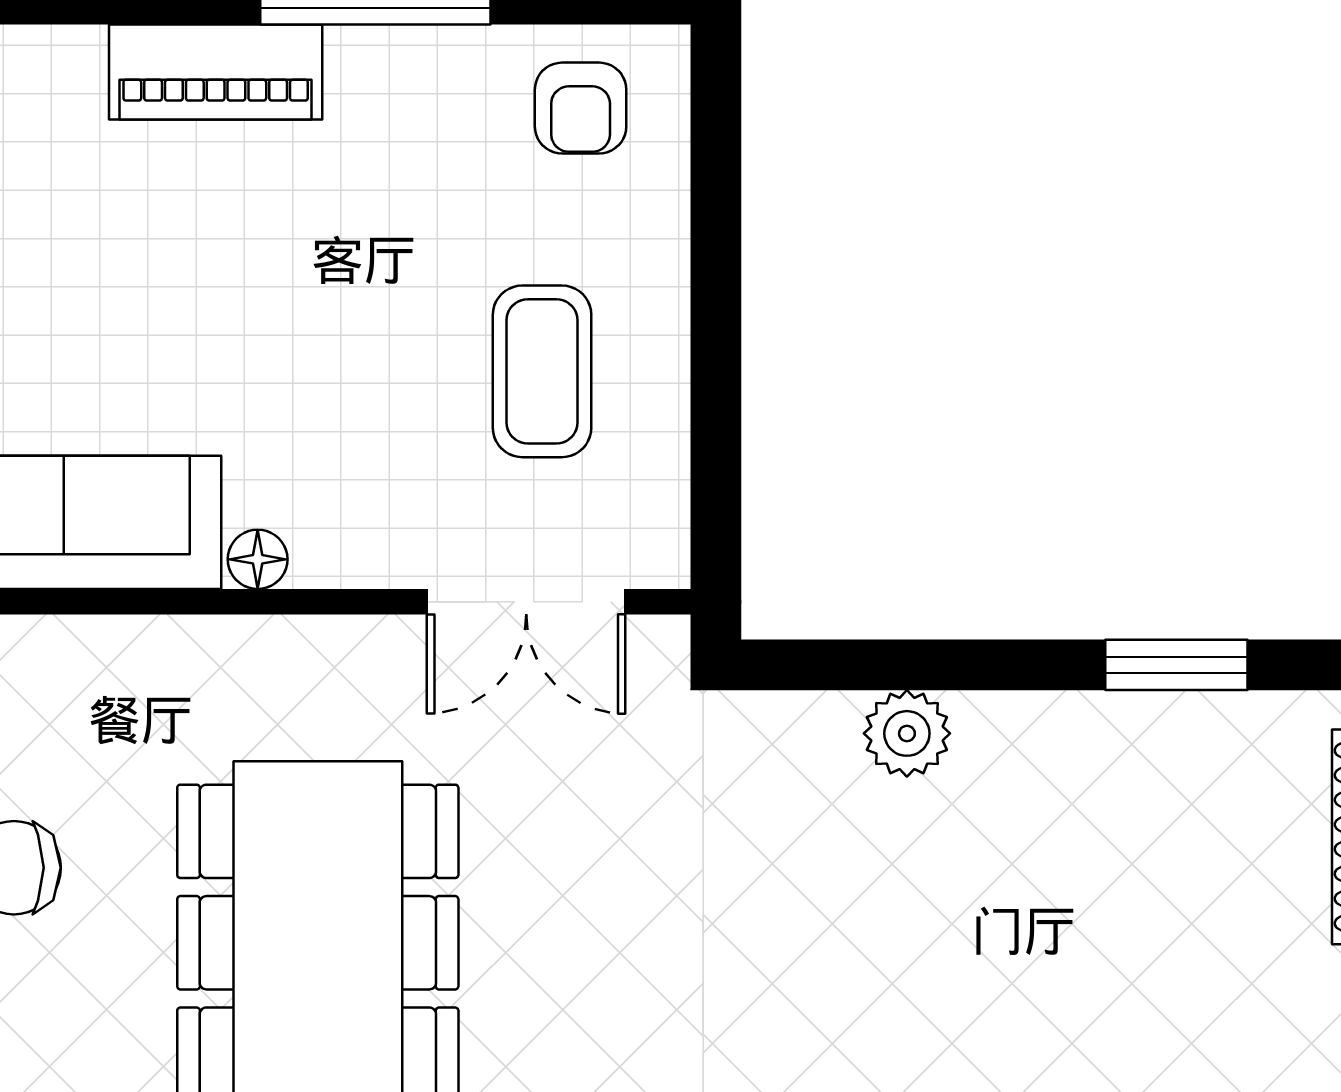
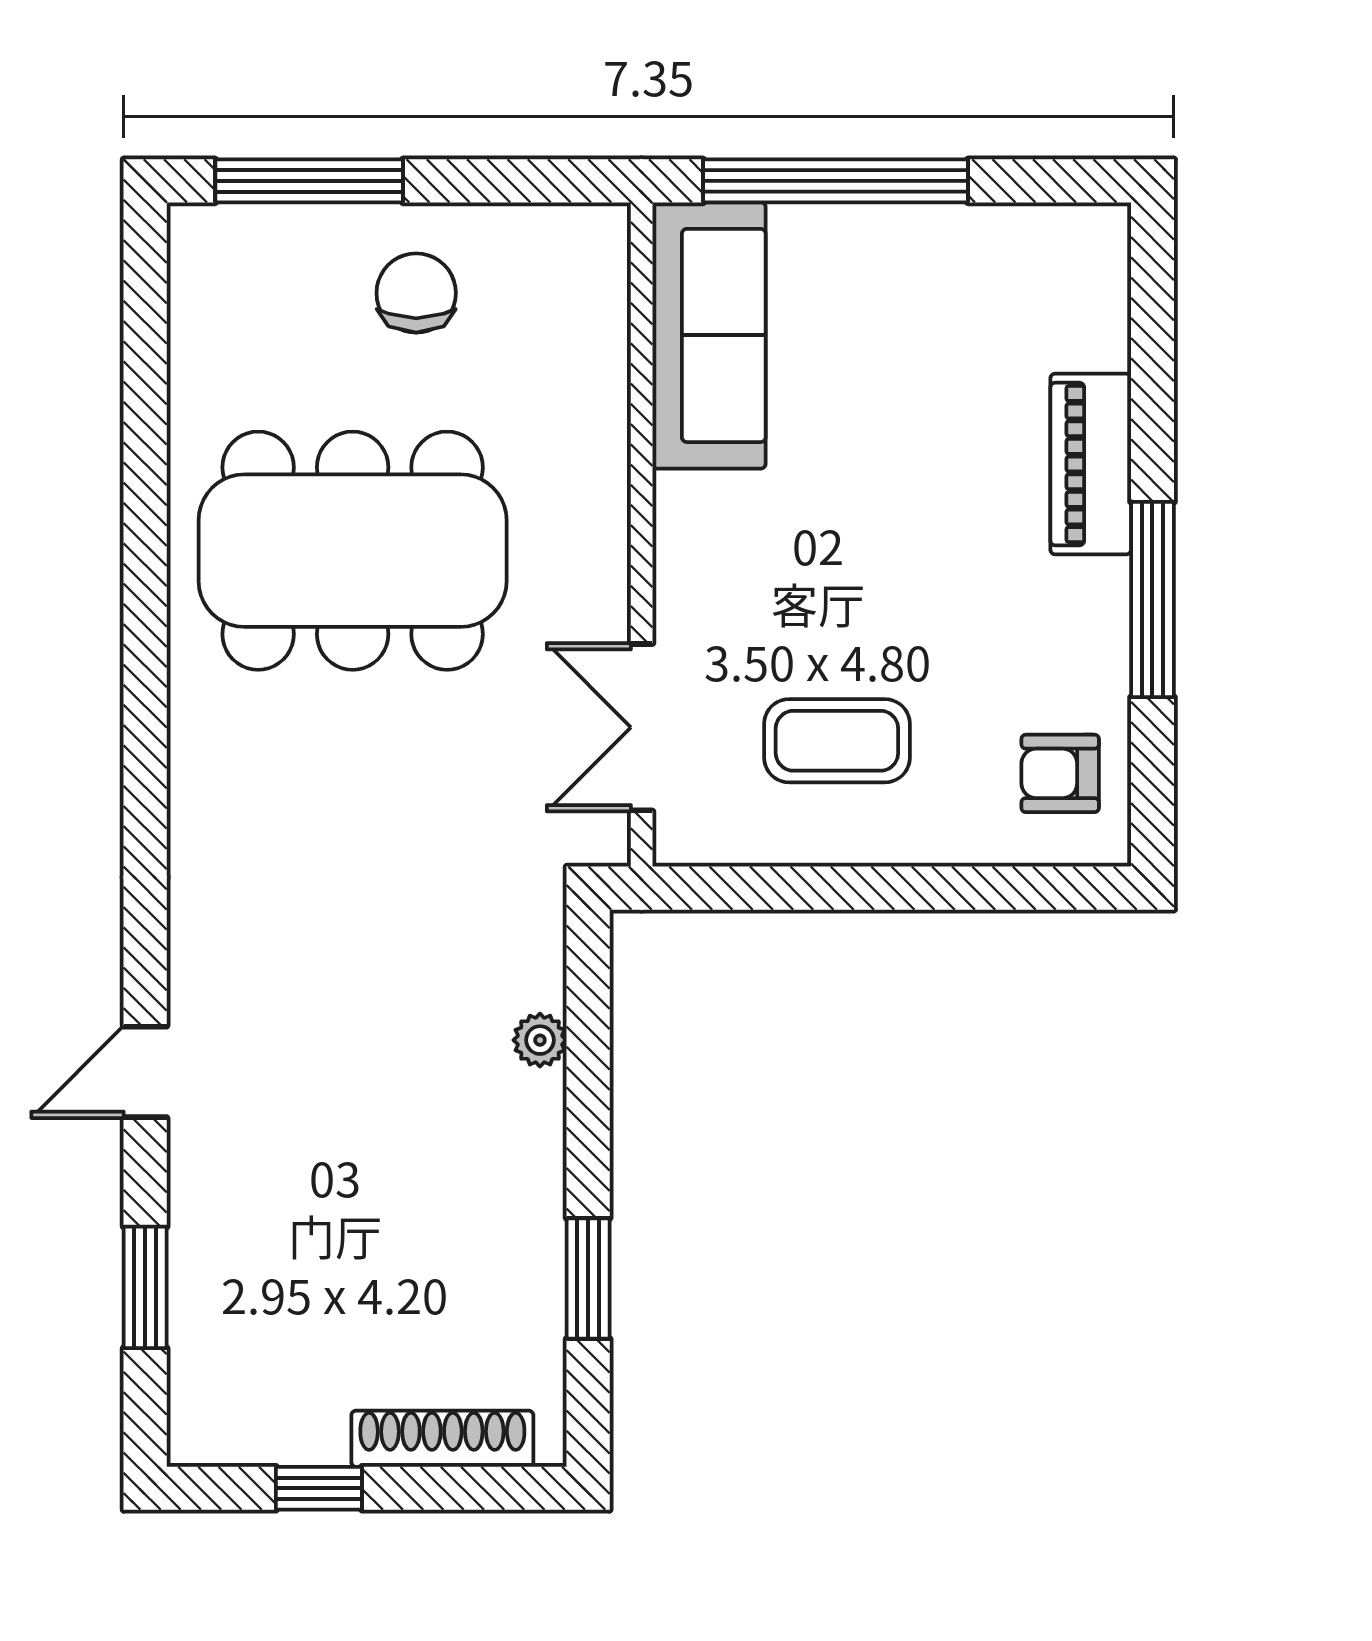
floor lamp: (258, 559) -> (678, 500), removed
plant: (907, 733) -> (540, 1040), width x0.73, depth x0.73

